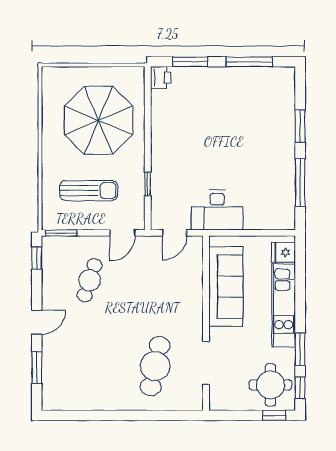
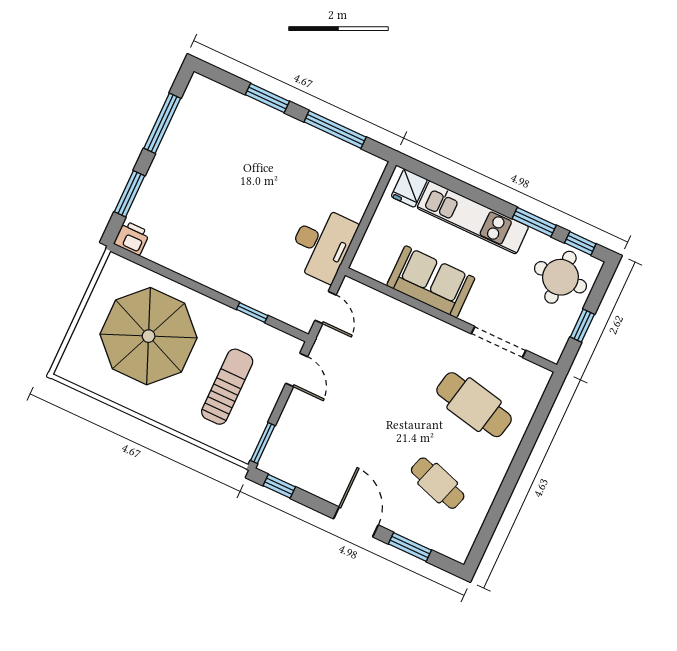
cafe table: (90, 280) -> (438, 483), moved
sofa: (226, 287) -> (431, 282), width x0.73
door: (37, 322) -> (356, 522), width x1.38
window: (274, 415) -> (582, 326), moved

